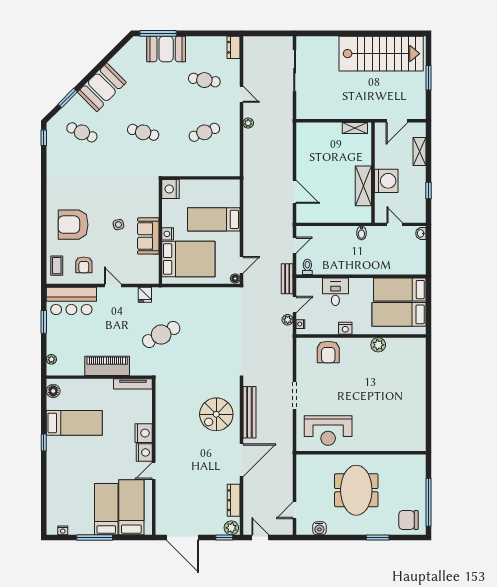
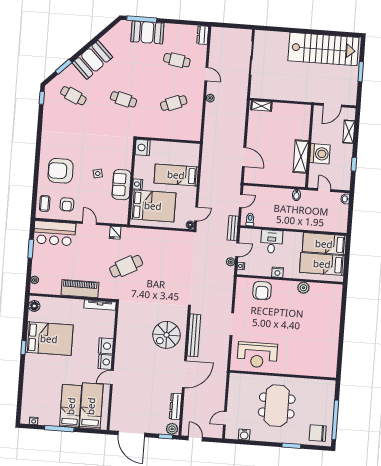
shelving: (355, 128) -> (261, 106), moved
bed: (74, 423) -> (49, 339), width x1.50

